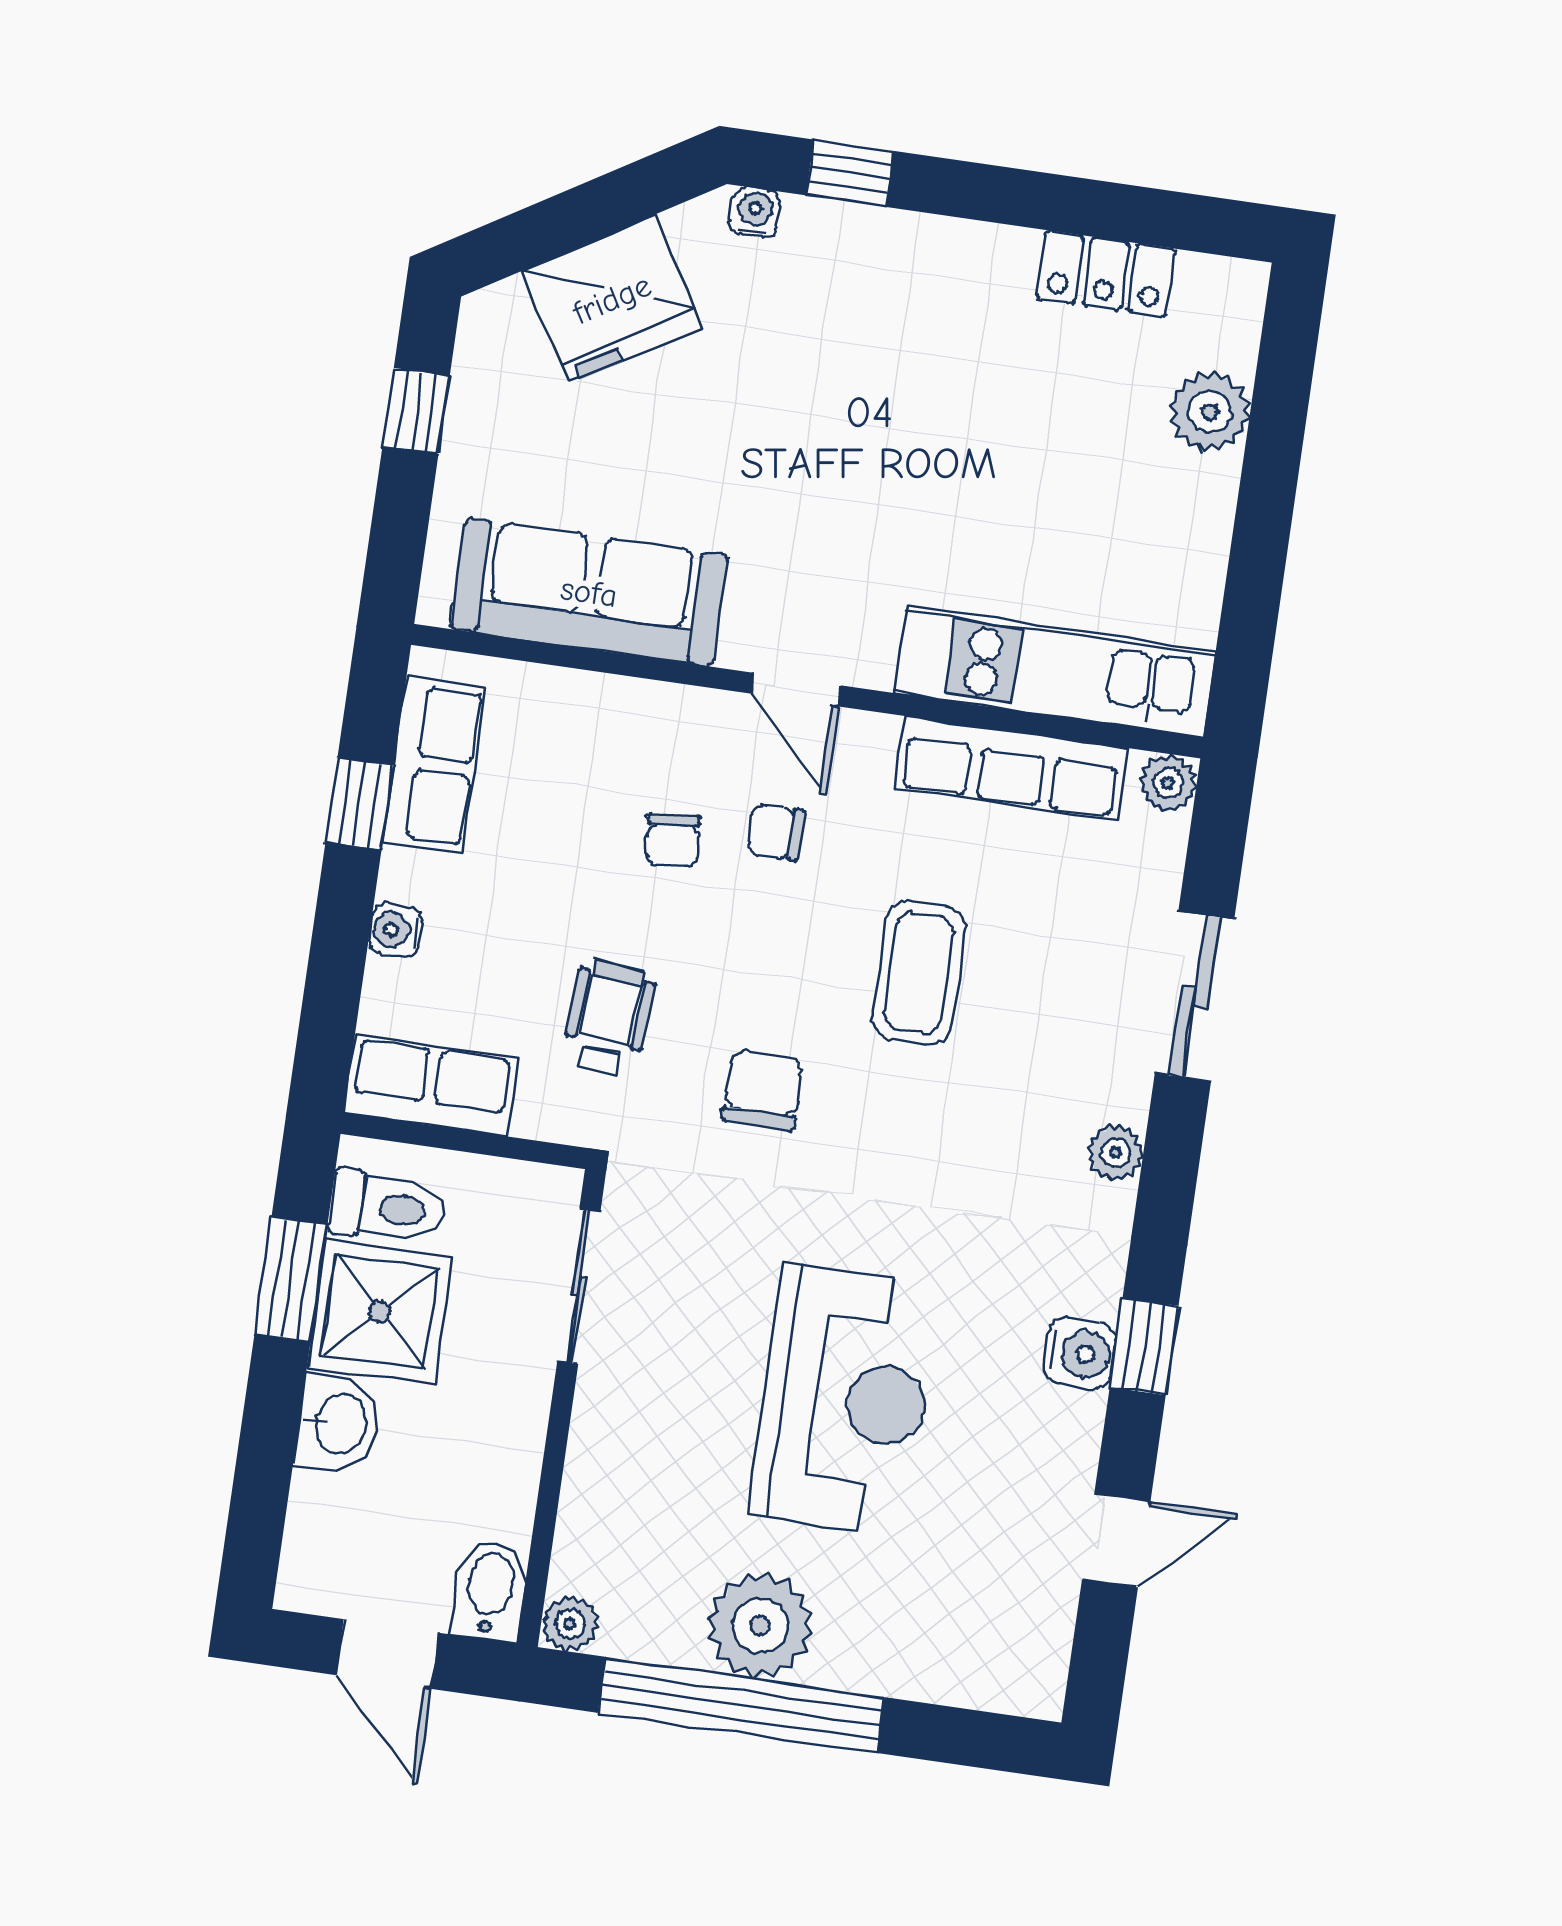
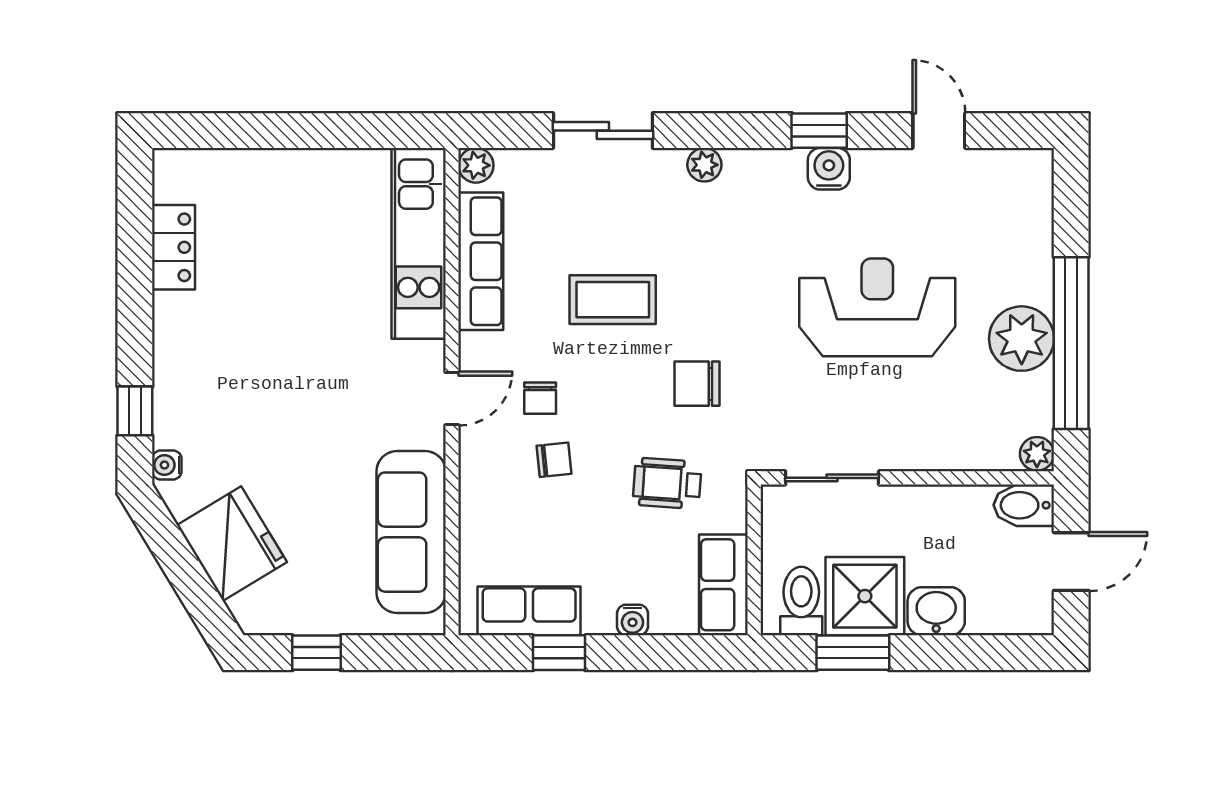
plant: (1210, 412) -> (248, 172), removed

